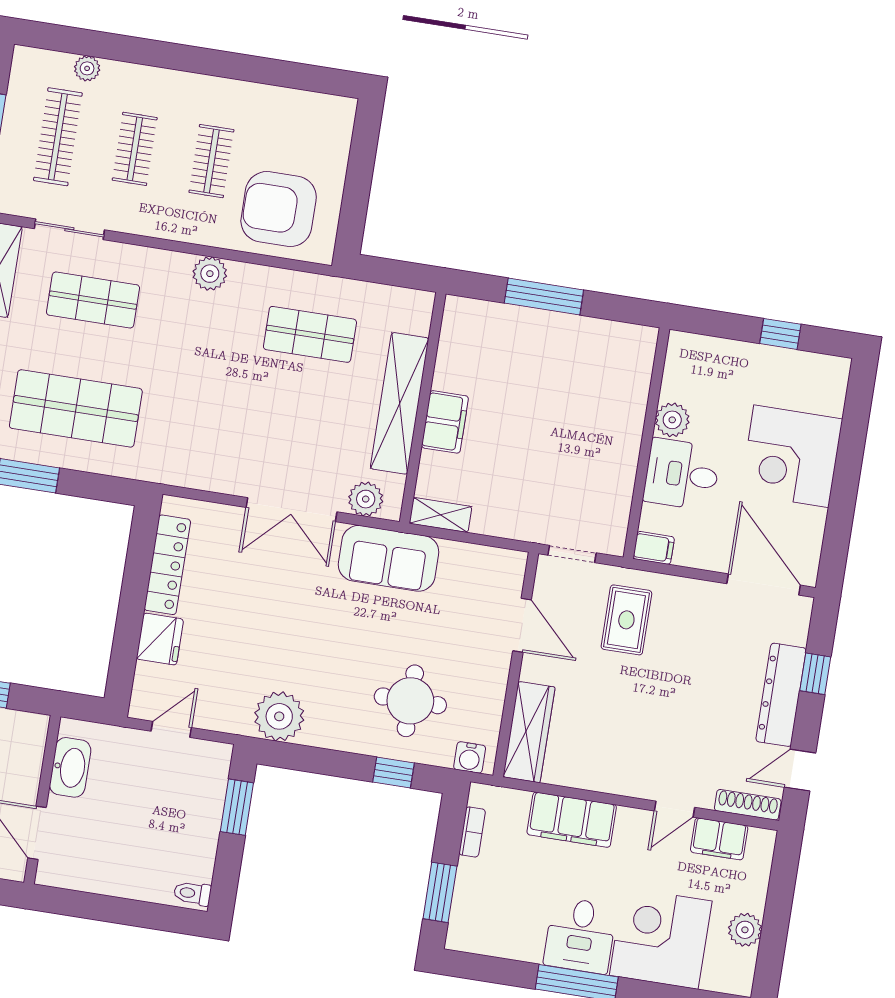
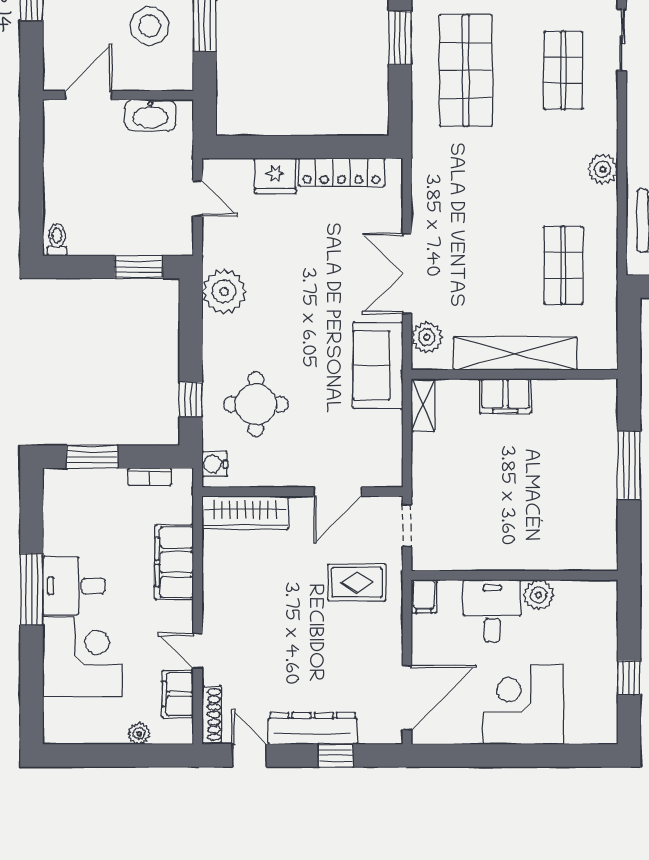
plant: (745, 930) -> (139, 733), moved, width x0.73, depth x0.73

